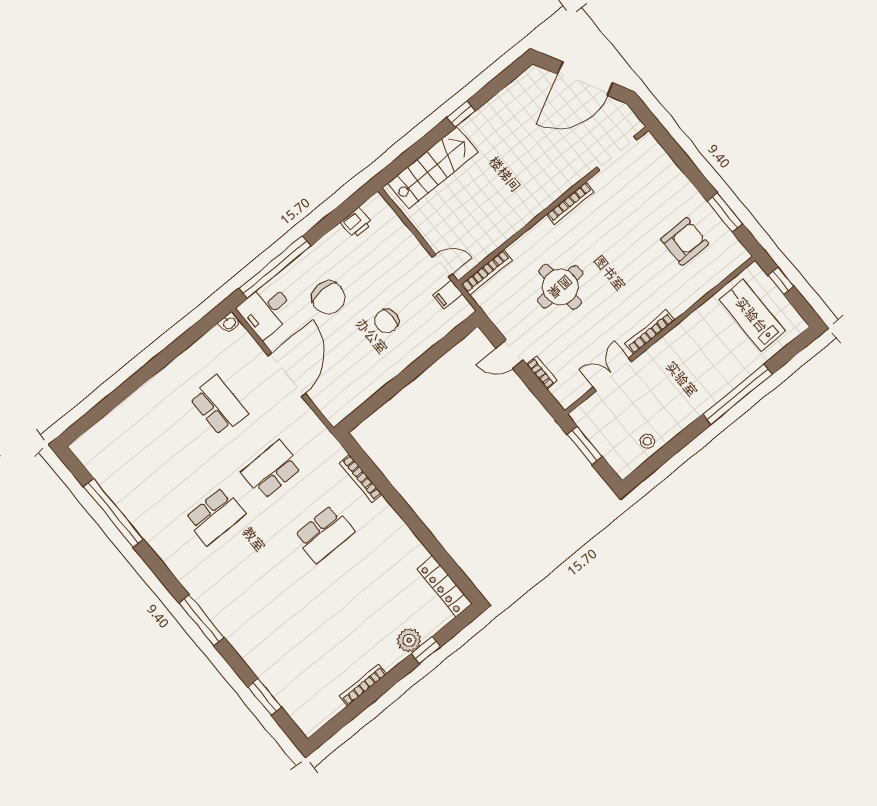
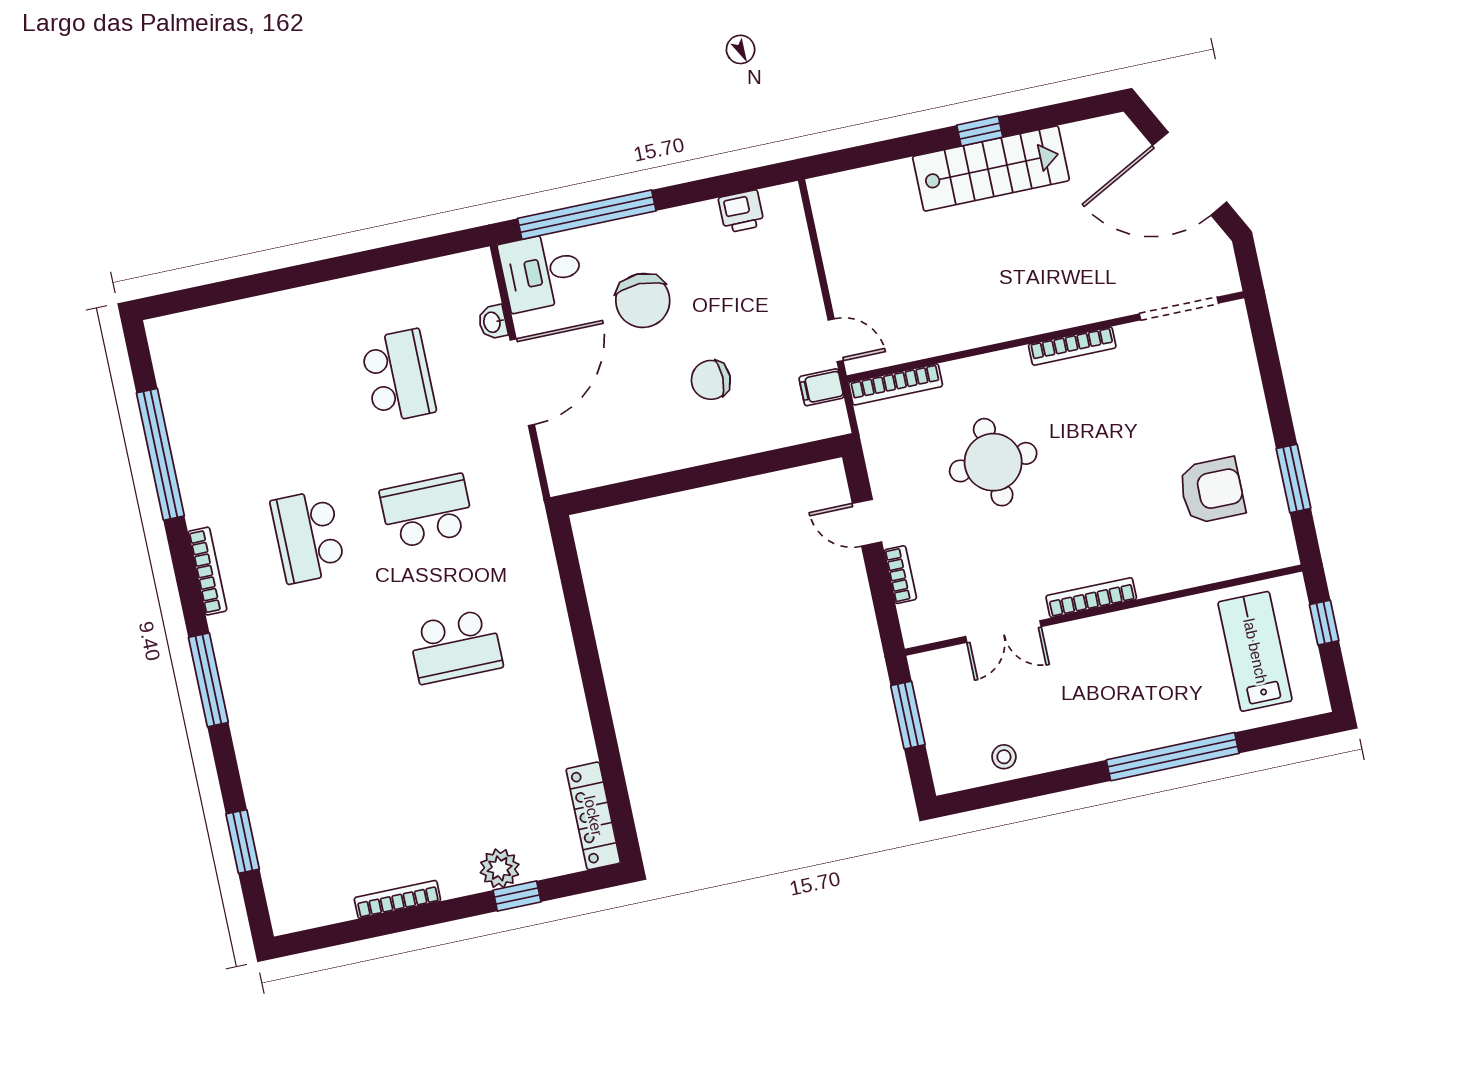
stairs: (433, 168) -> (991, 168), moved
washbasin: (229, 323) -> (493, 322), moved, turned 90
double door: (612, 374) -> (1003, 631), swing flipped
bookcase: (361, 479) -> (207, 571), moved, turned 180
school desk: (215, 516) -> (308, 537), turned 90

